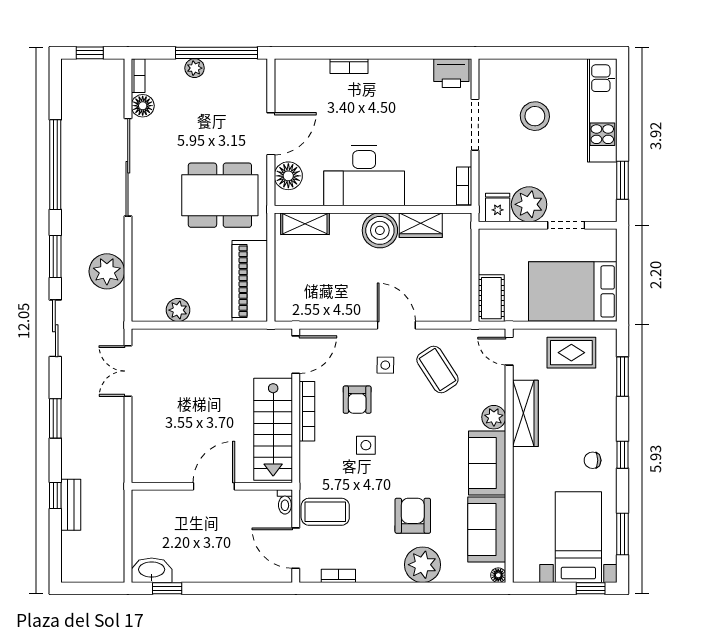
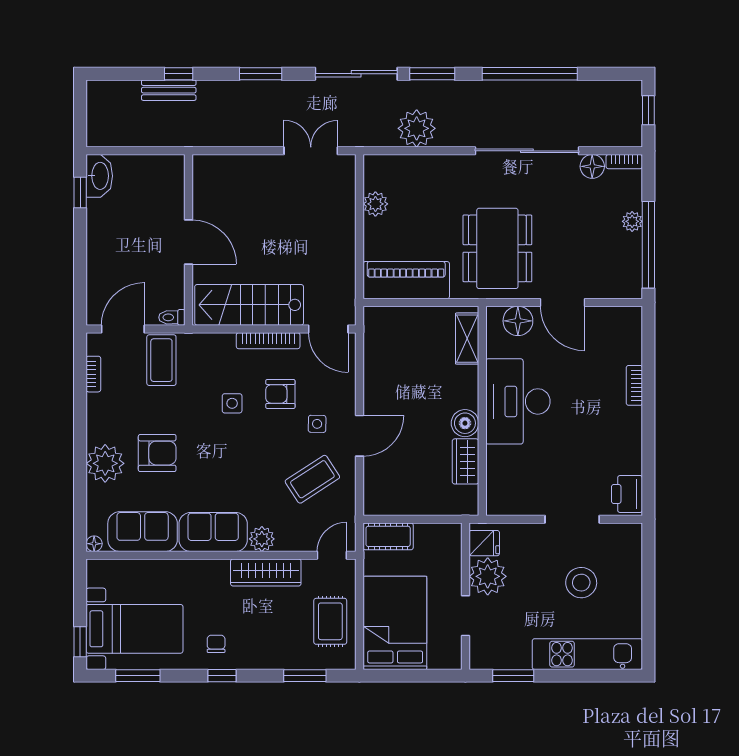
bookcase: (464, 186) -> (507, 507), removed
boiler: (380, 230) -> (465, 423), width x0.73, depth x0.73
sliding door: (55, 328) -> (356, 74), width x1.37

